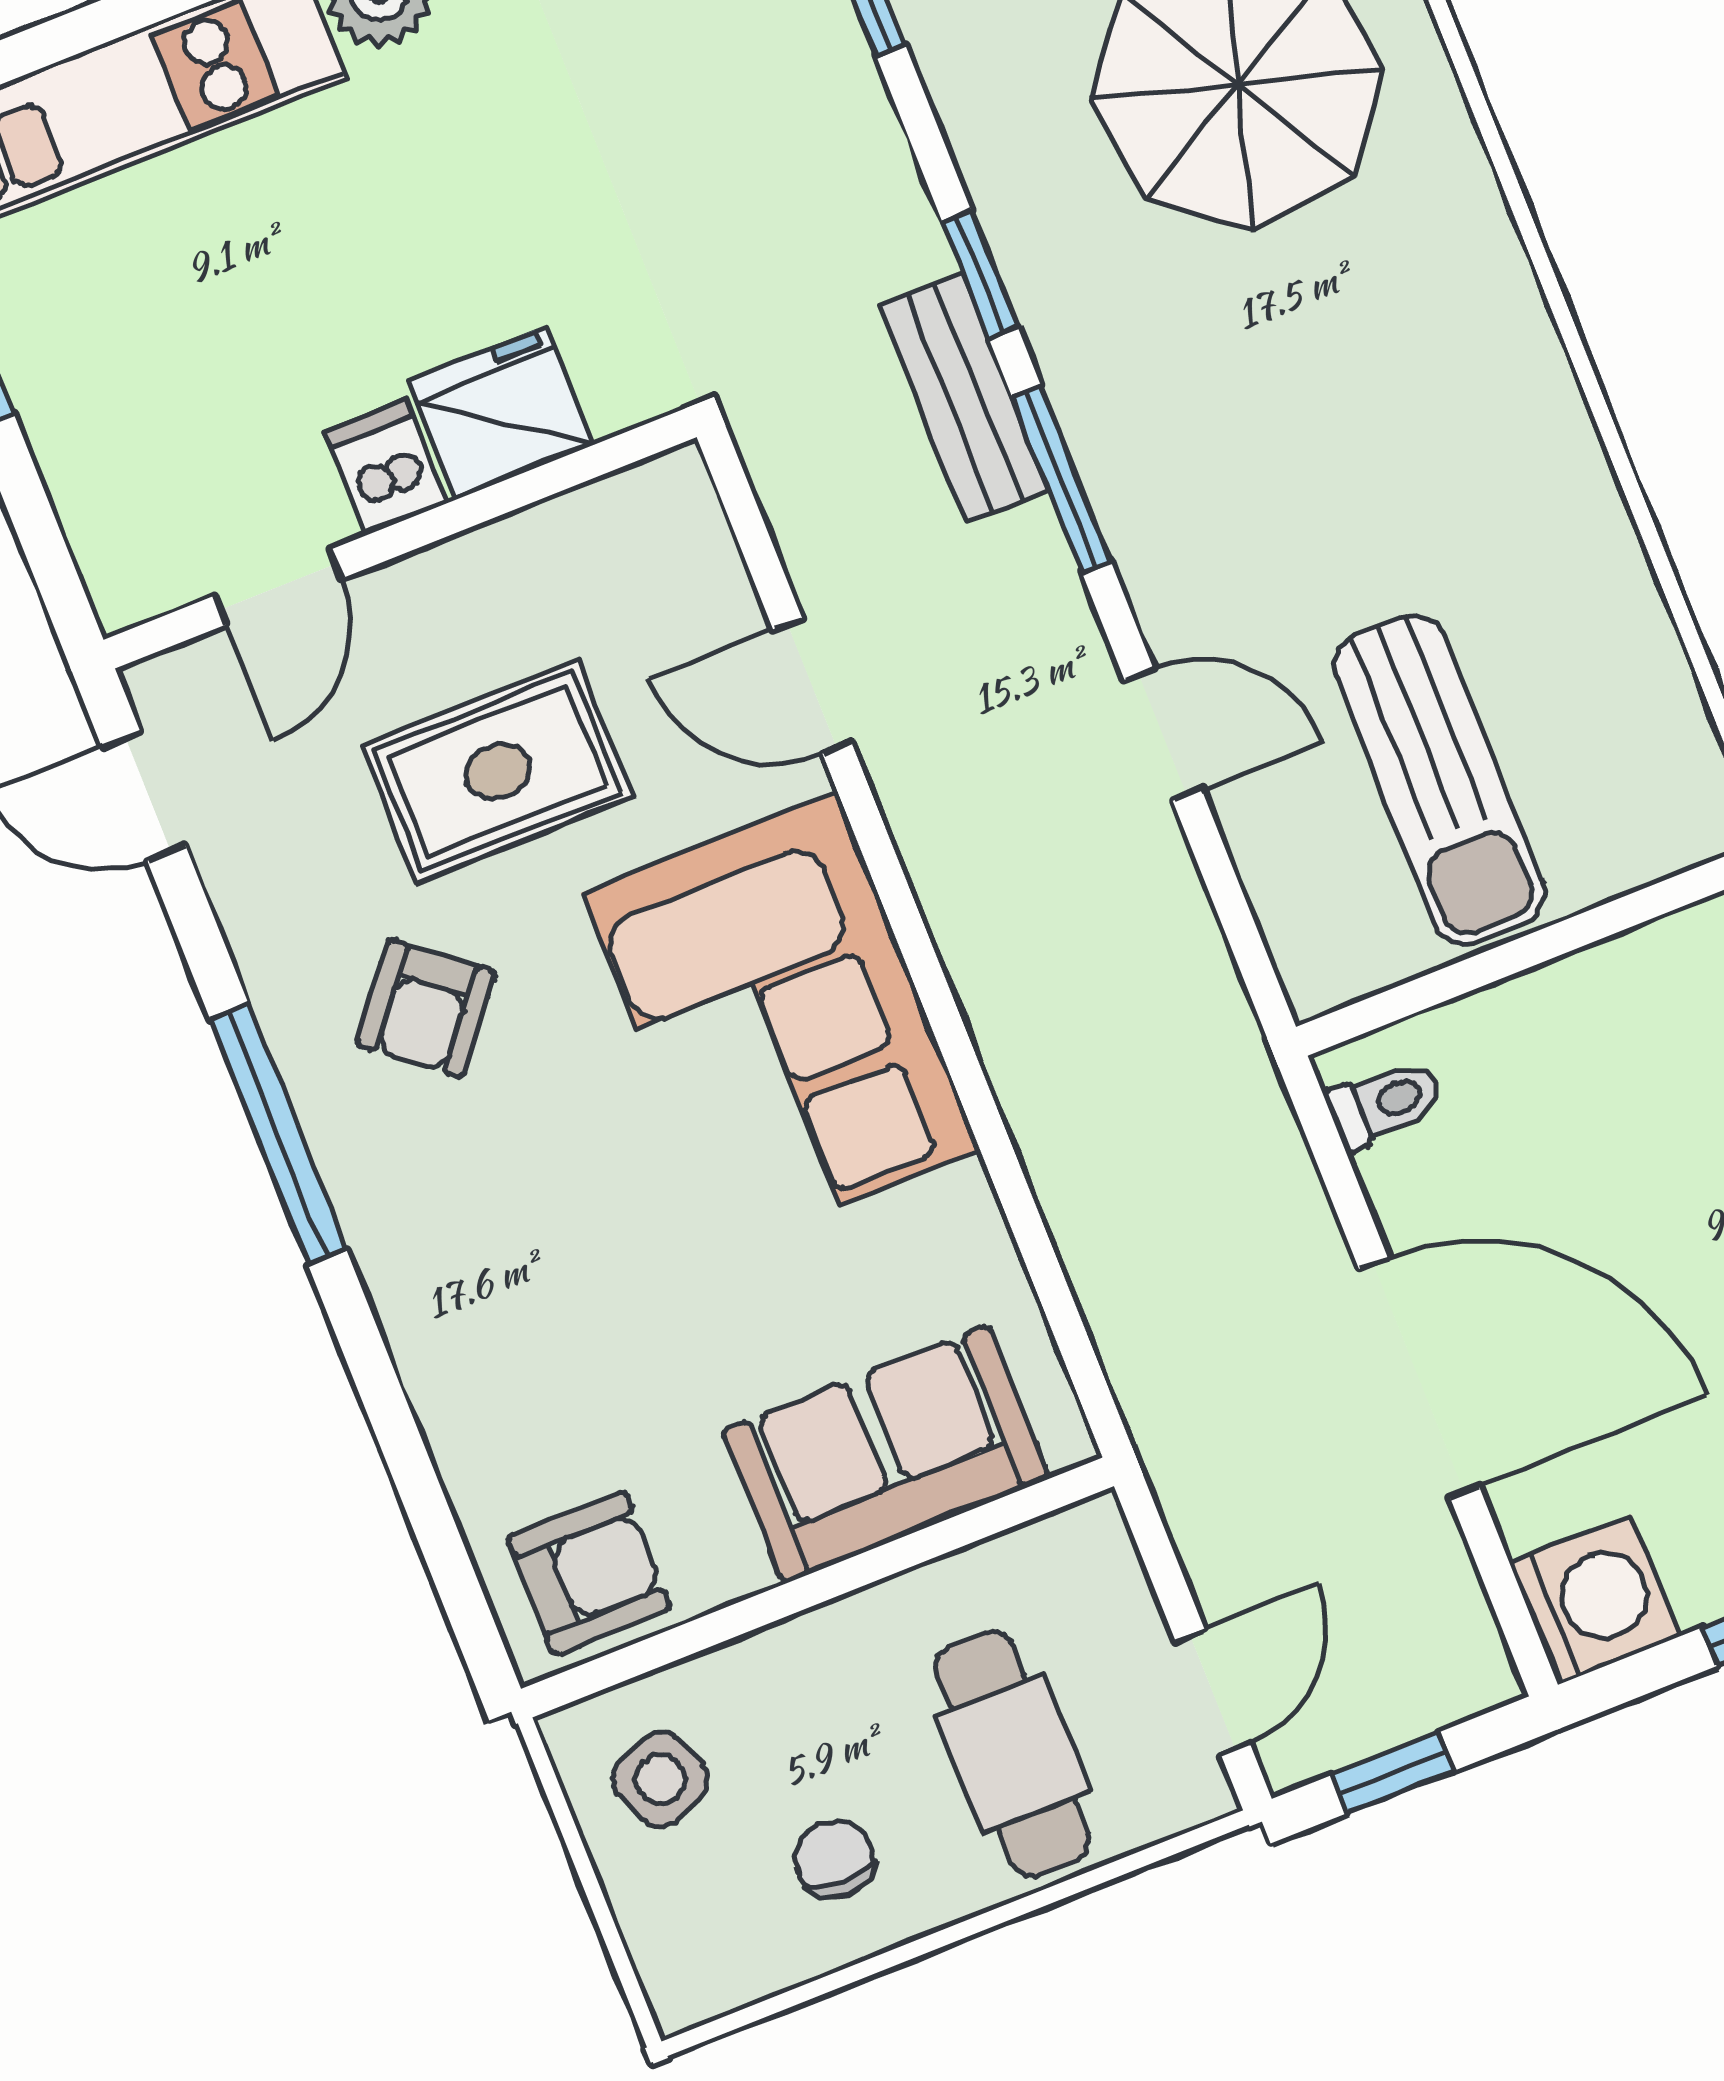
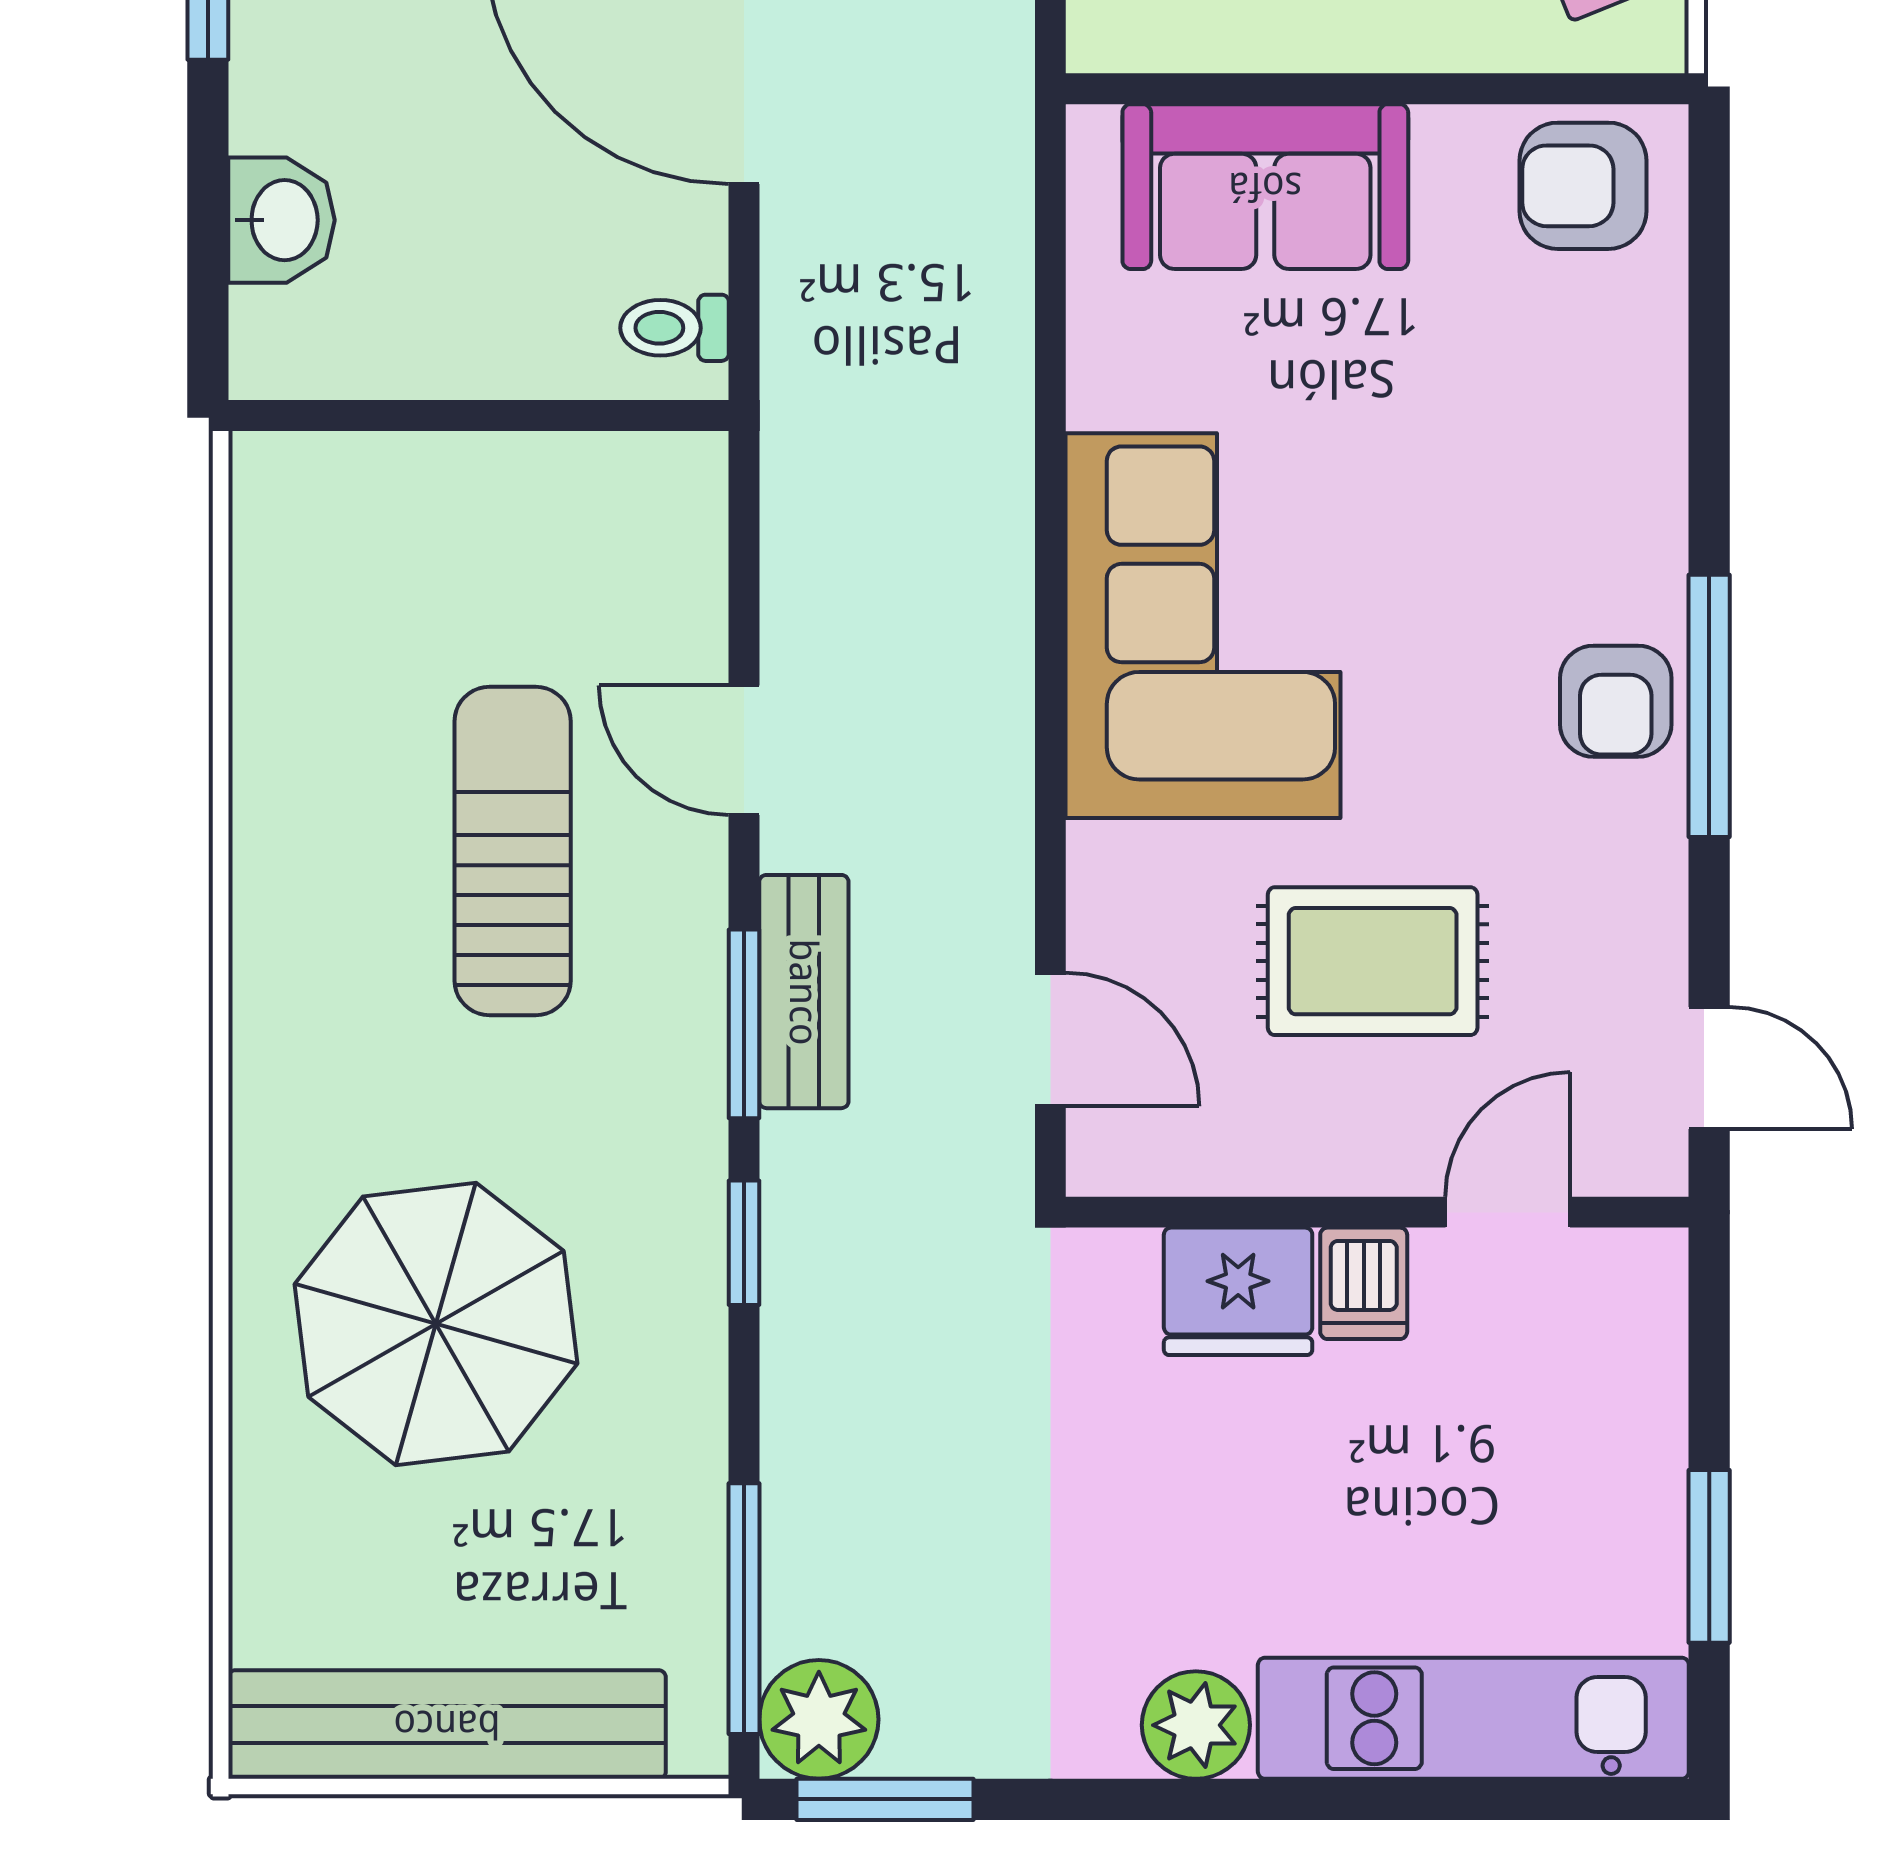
bench: (964, 398) -> (804, 992), moved
door: (812, 686) -> (1050, 1039), moved
sun lounger: (1439, 780) -> (513, 851), moved
armchair: (426, 1008) -> (1616, 701), moved, turned 141

